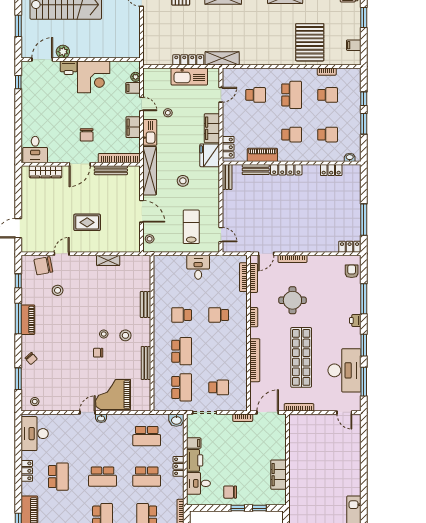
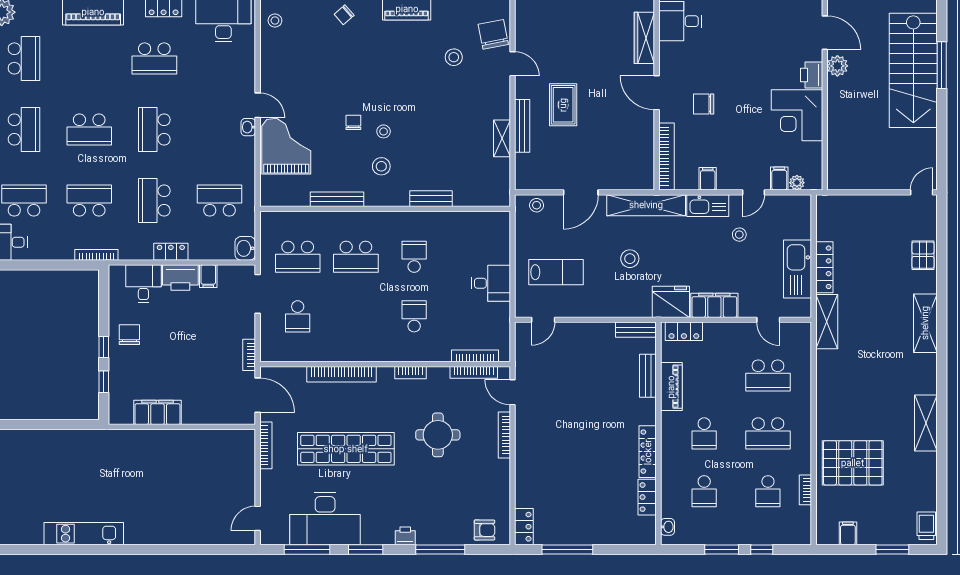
school desk: (256, 95) -> (768, 376), width x1.85
filing cabinet: (133, 127) -> (708, 179), width x0.50
bench: (111, 170) -> (522, 126), moved
locker: (286, 170) -> (648, 452), moved
school desk: (147, 436) -> (219, 201), turned 90

